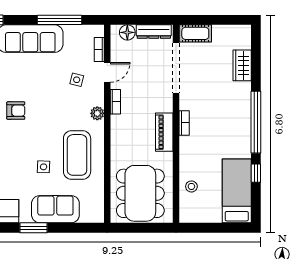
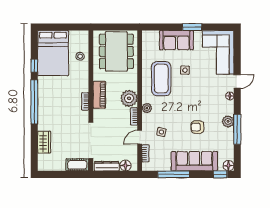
armchair: (16, 111) -> (197, 127), moved
plant: (122, 127) -> (129, 98), added
bed: (237, 191) -> (53, 53), width x1.50

